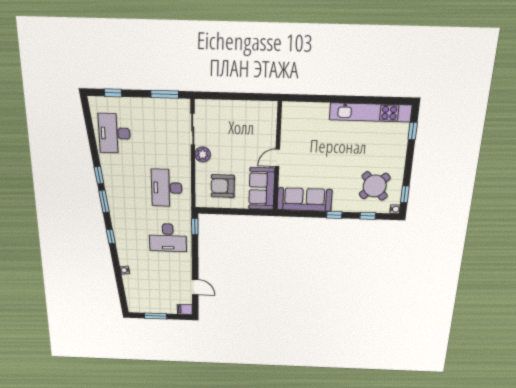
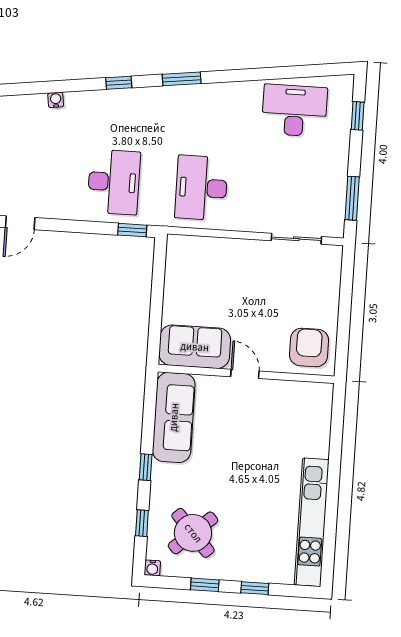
window: (413, 131) -> (255, 588), moved
plant: (203, 154) -> (255, 252), removed
window: (99, 175) -> (227, 76), removed
armchair: (223, 186) -> (309, 347), moved
desk: (167, 188) -> (201, 188), turned -90
window: (405, 194) -> (205, 585), moved
desk: (168, 238) -> (114, 182), turned 180

